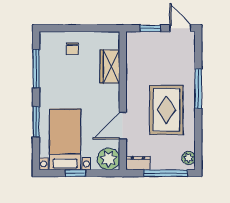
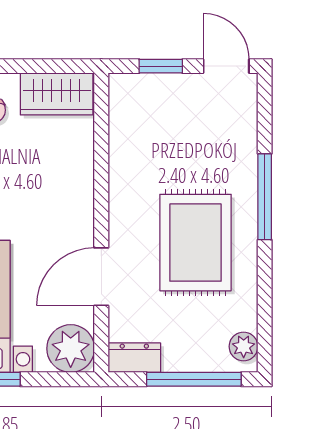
wardrobe: (110, 66) -> (57, 94), moved, turned -90

